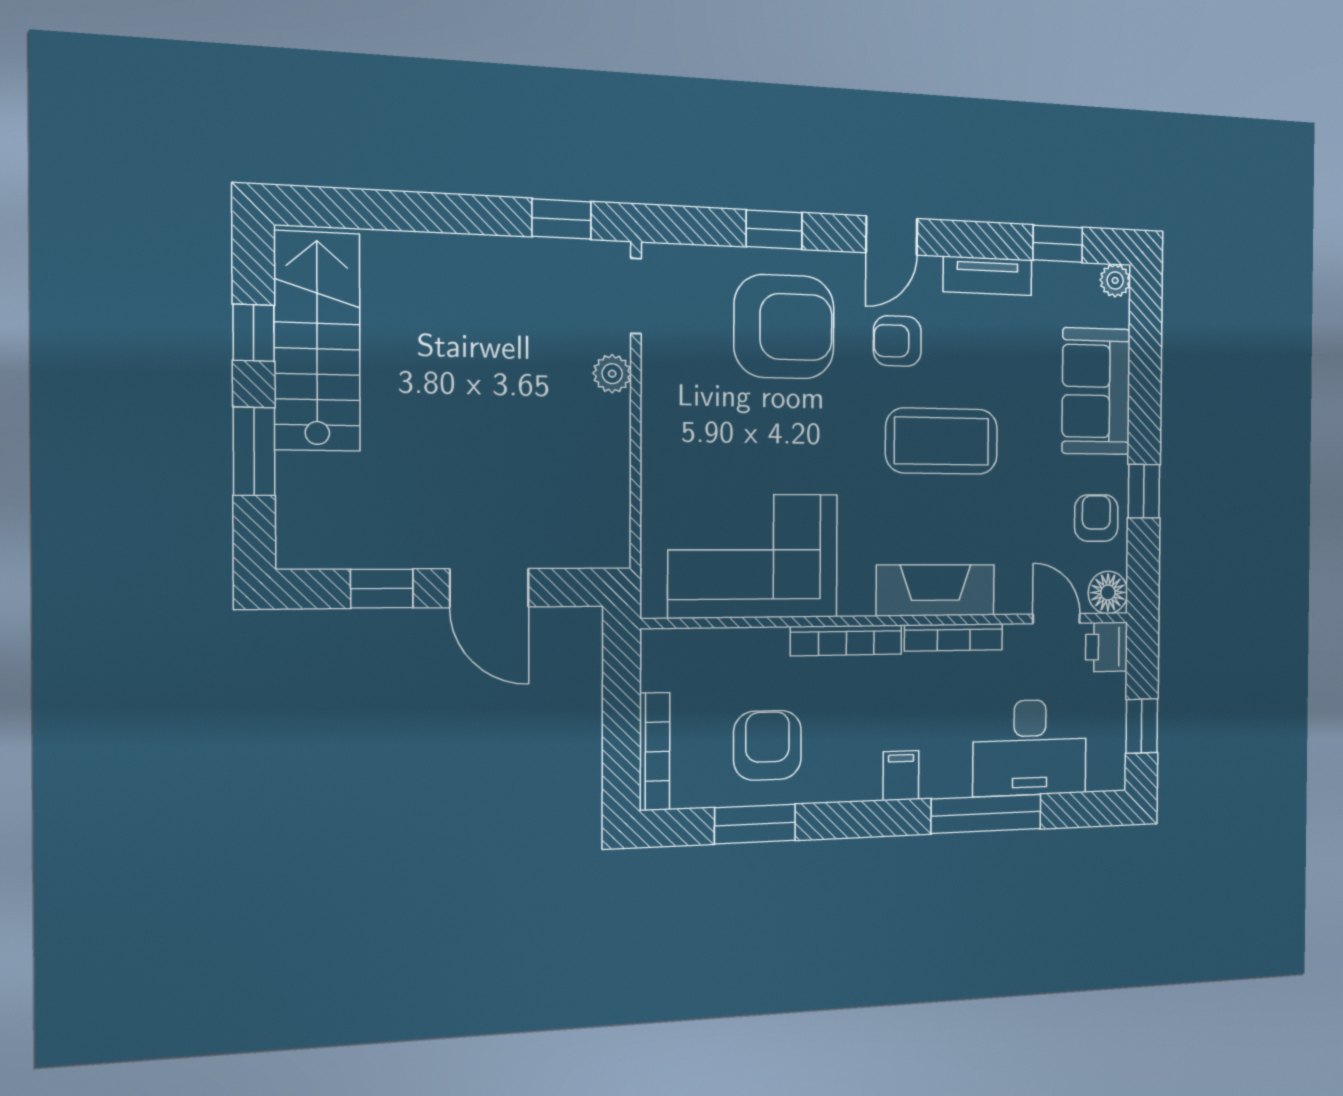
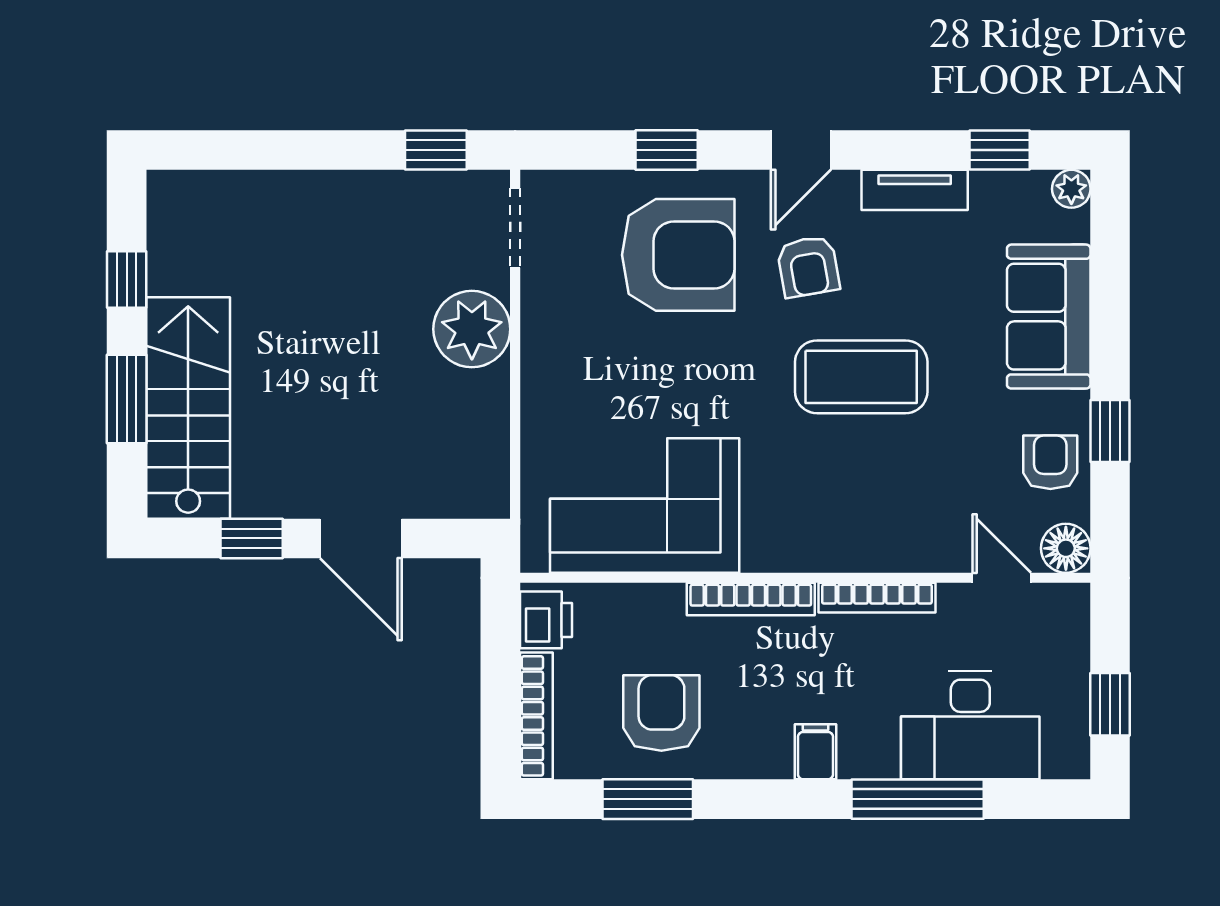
stairs: (317, 341) -> (188, 408), moved
armchair: (897, 341) -> (808, 267), turned -100
plant: (612, 374) -> (472, 329), width x1.88, depth x1.88
fireplace: (935, 590) -> (855, 544), removed
printer: (1106, 647) -> (546, 620), moved, turned 180

